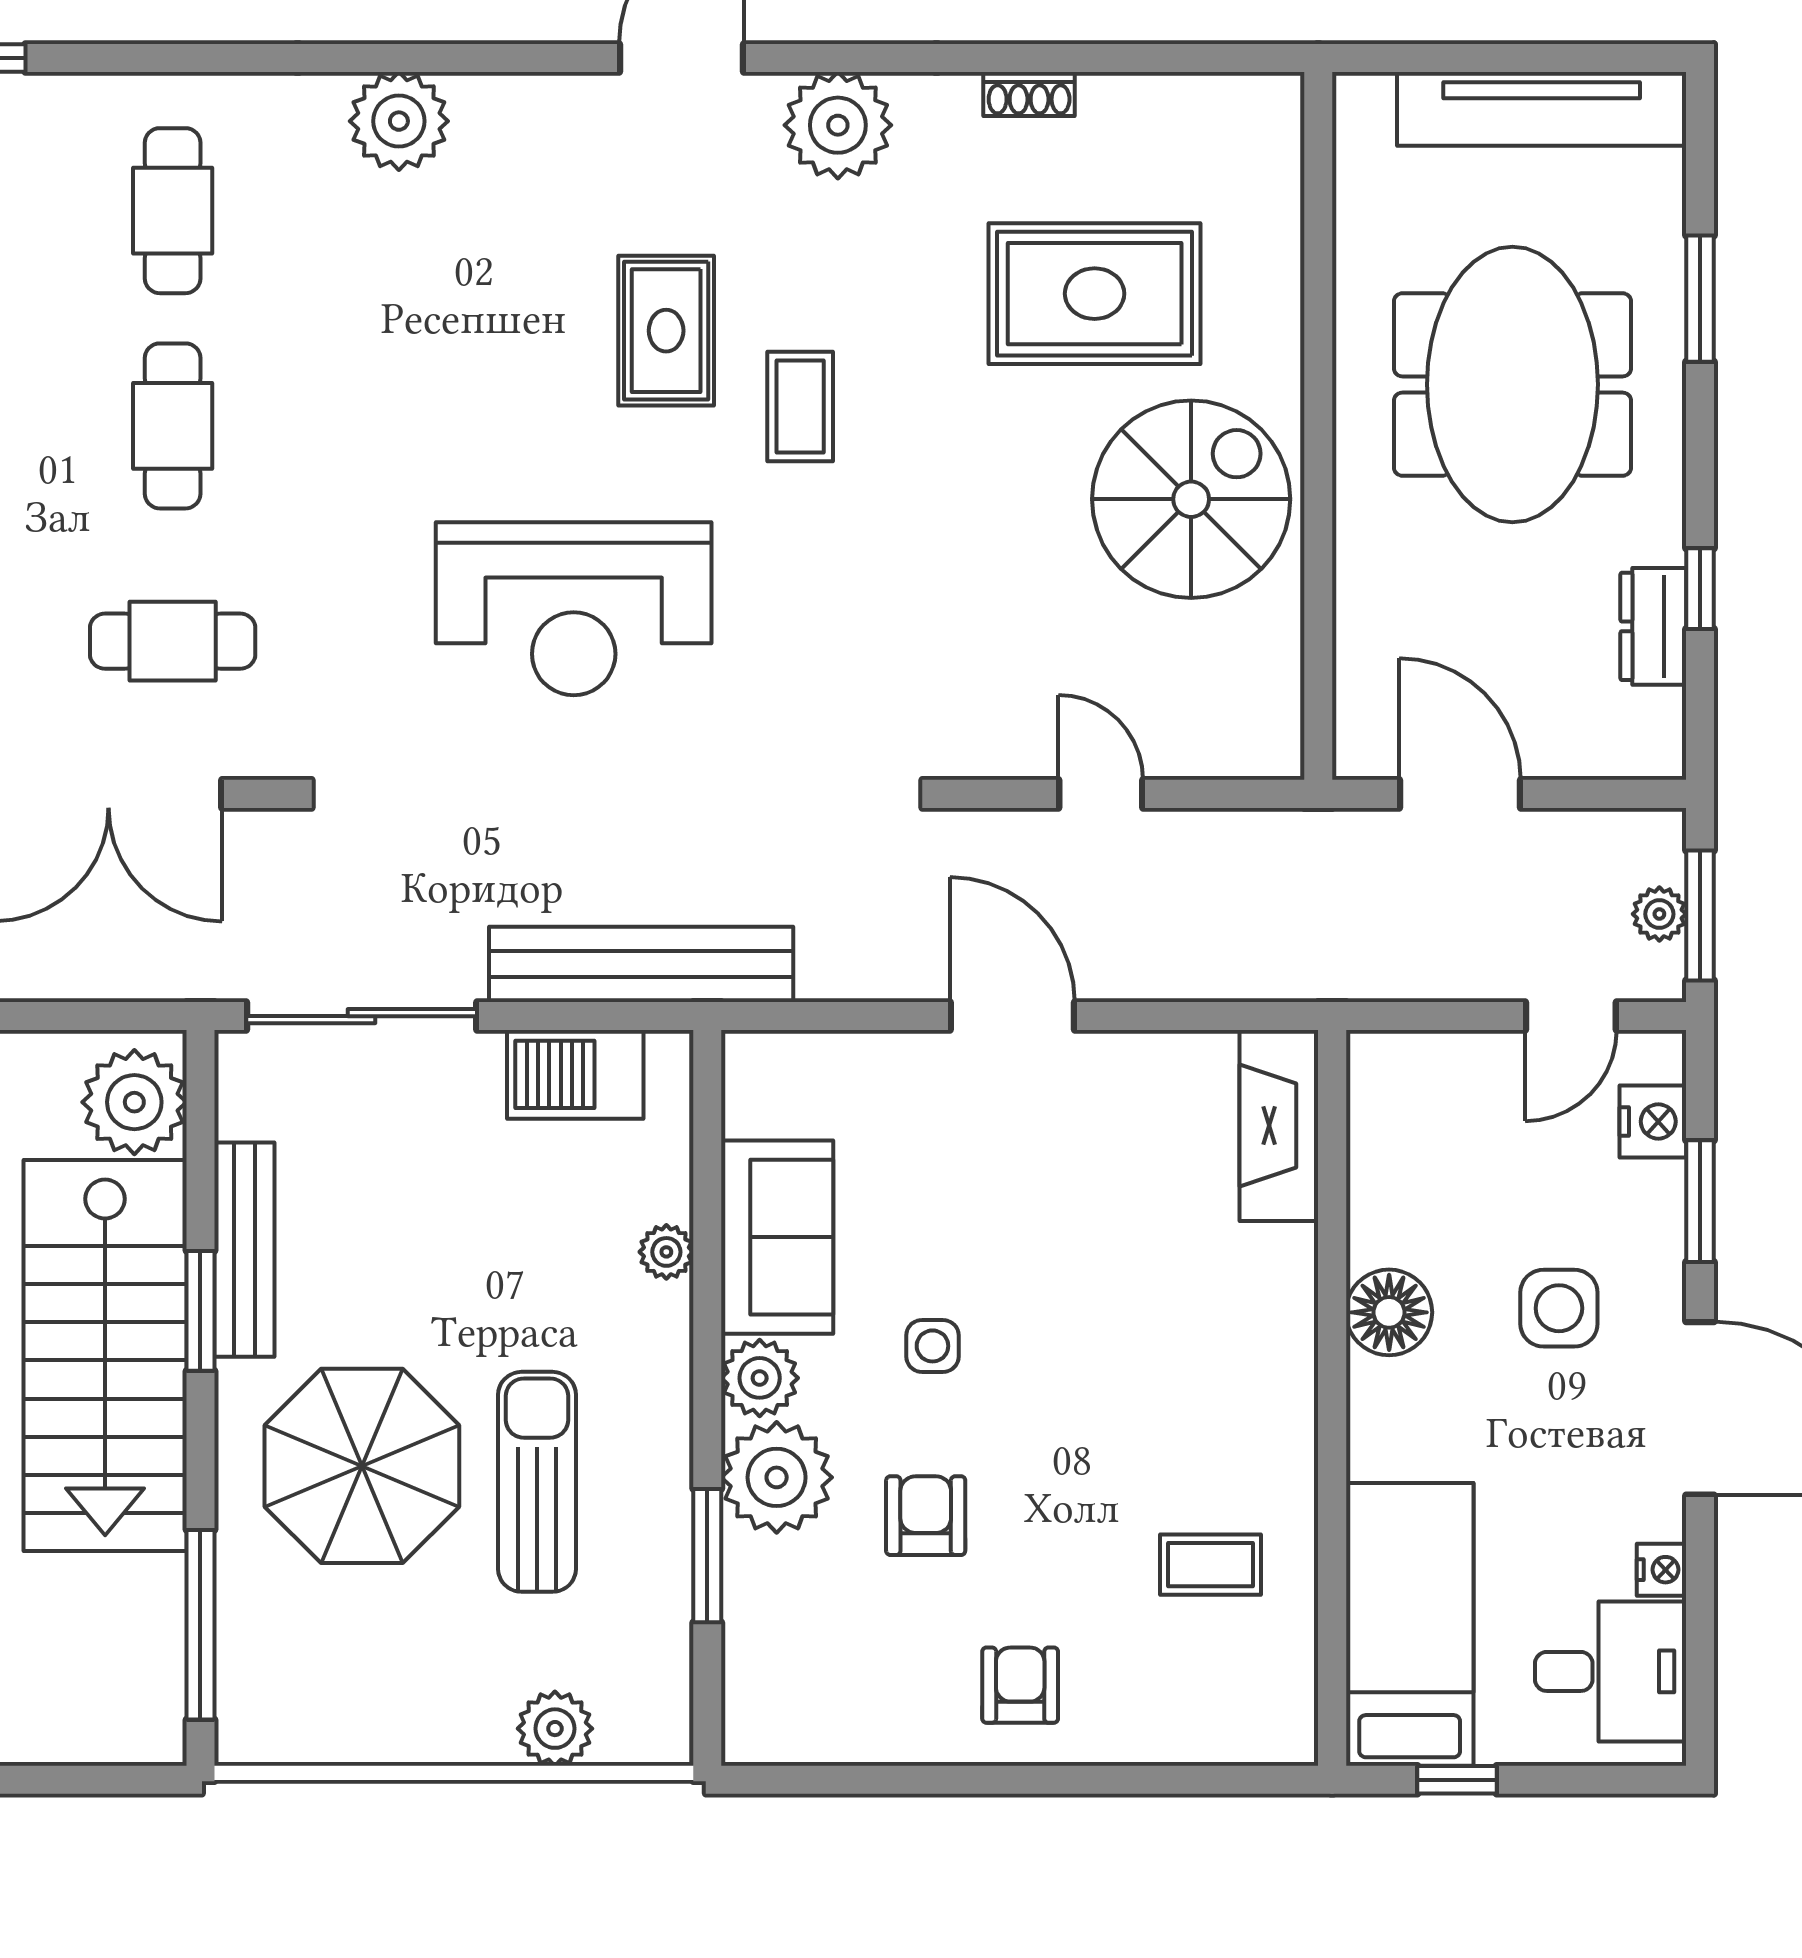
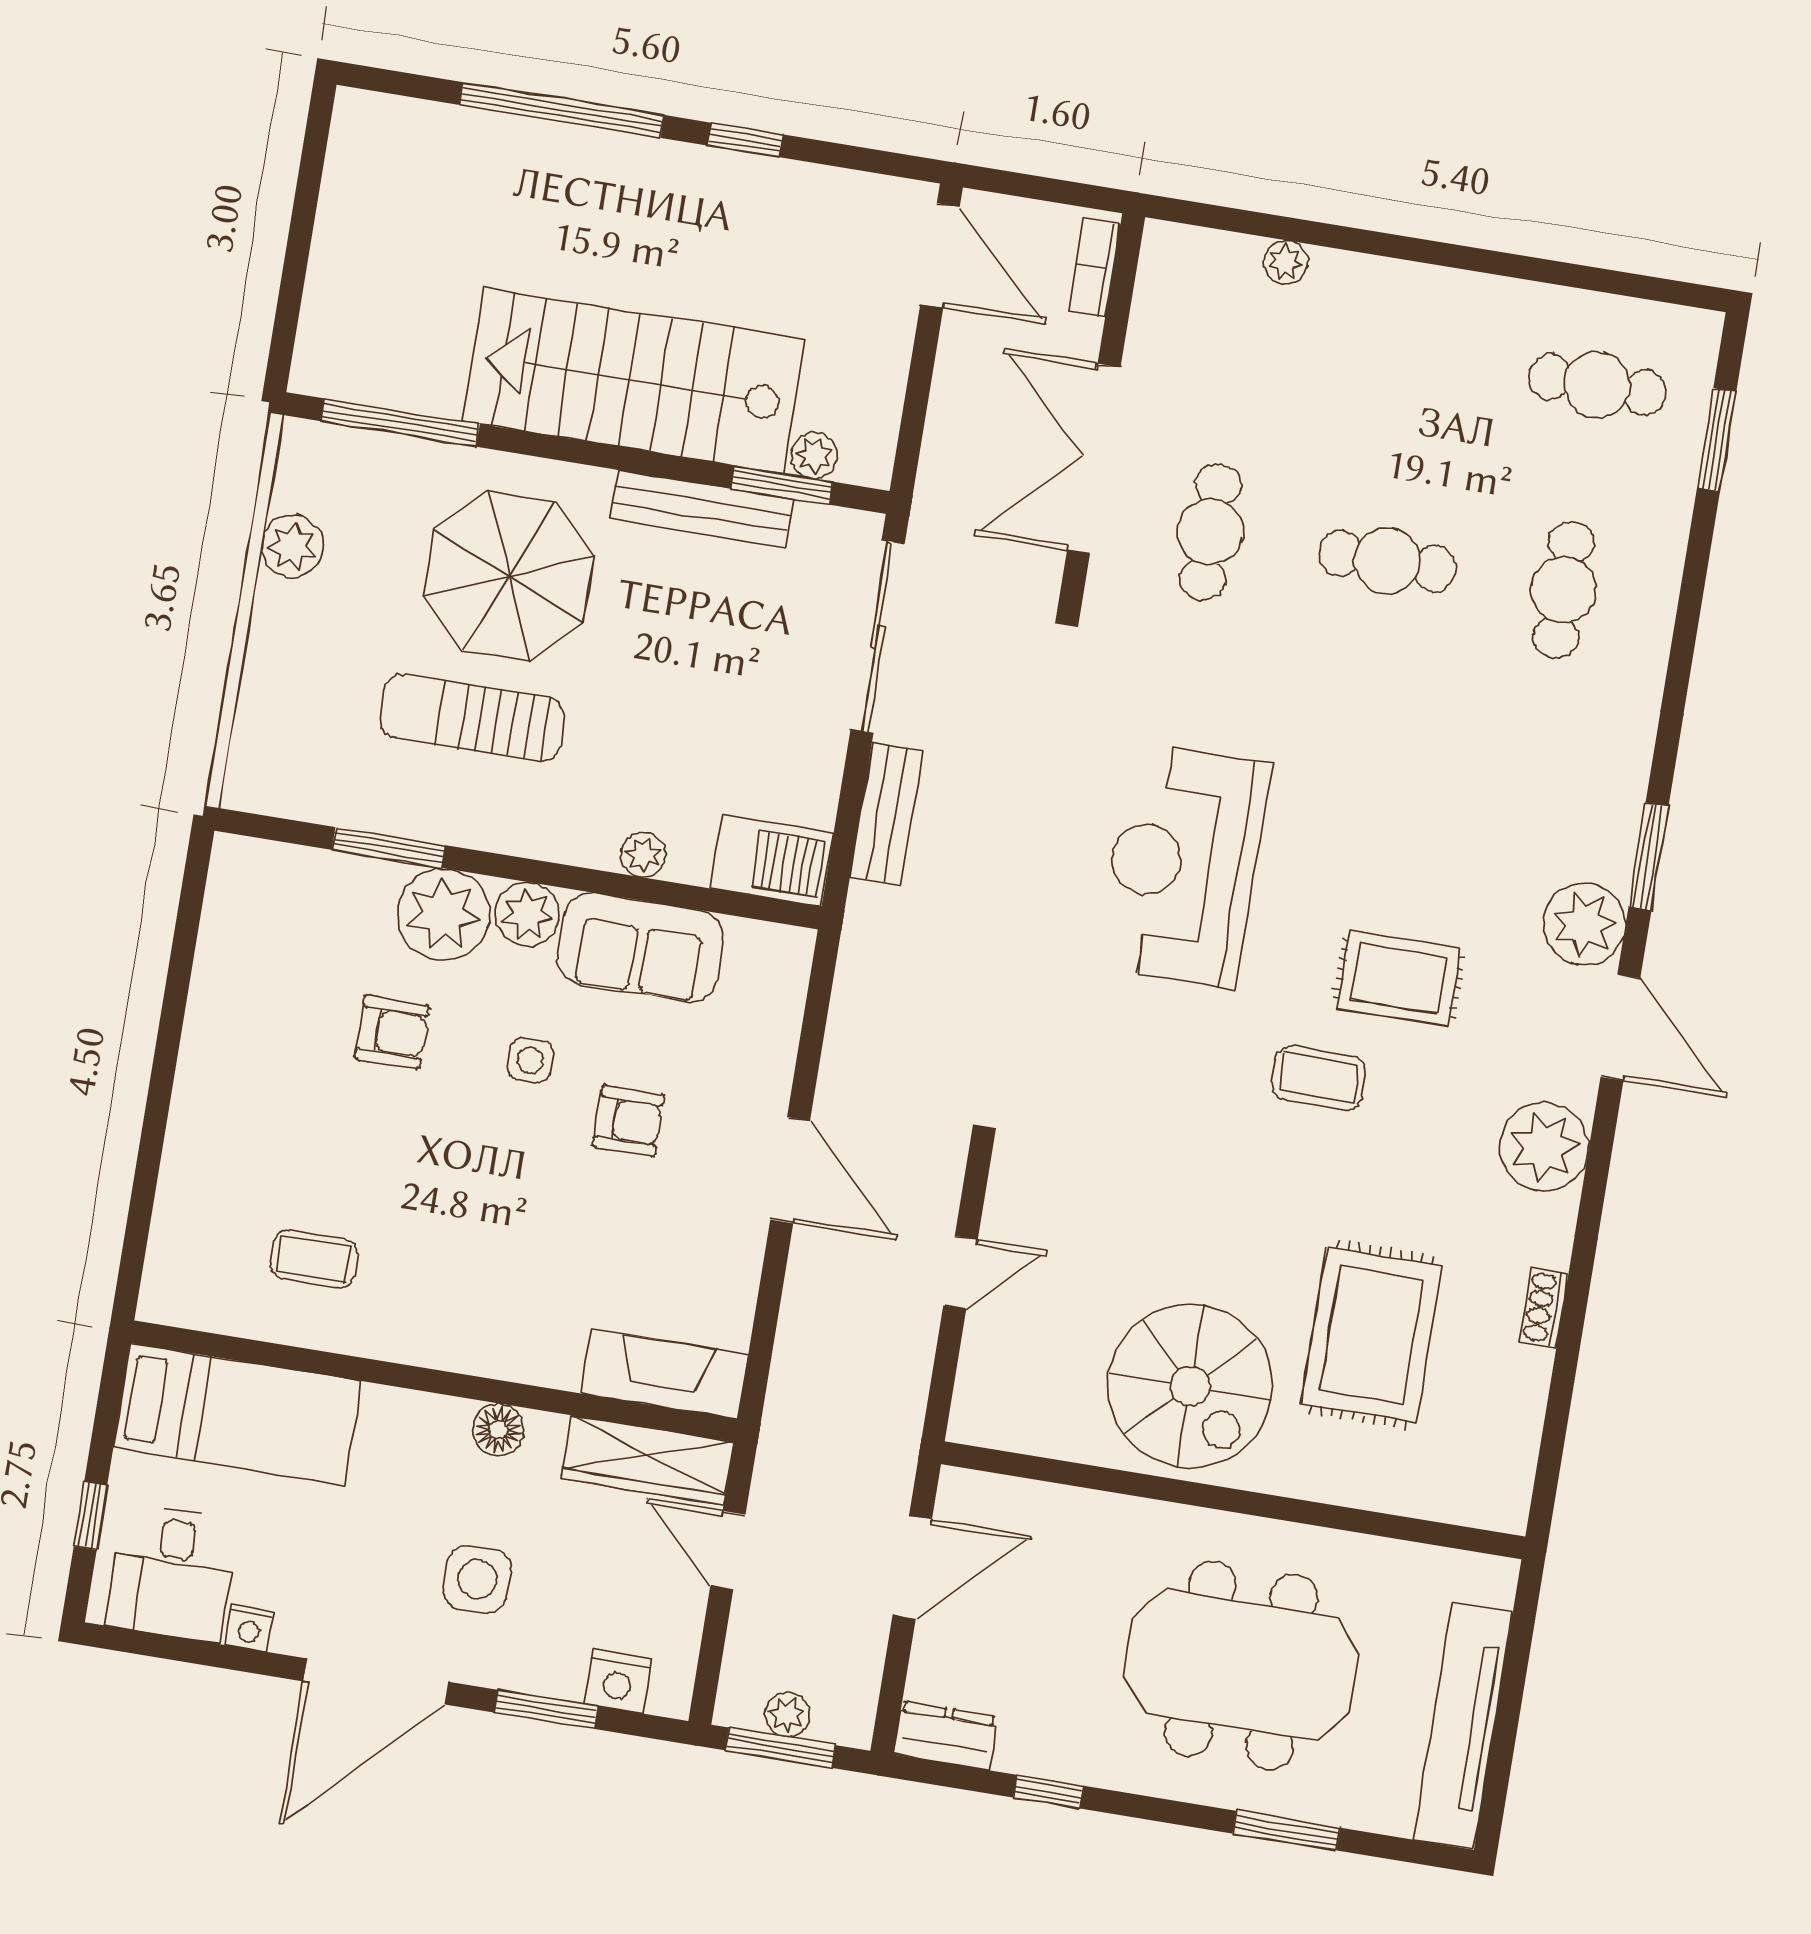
window: (473, 58) -> (1648, 857), added
plant: (399, 121) -> (1584, 924), moved
cafe table: (173, 211) -> (1564, 590), turned 90
dresser: (1653, 626) -> (946, 1735), moved
bench: (641, 964) -> (886, 814), width x0.54, depth x0.82
door: (1012, 1016) -> (790, 1170), hinge flipped
door: (1571, 1016) -> (728, 1550), moved
barbecue: (575, 1074) -> (772, 861), moved, turned 90
plant: (134, 1102) -> (814, 455), width x0.53, depth x0.53
wardrobe: (1385, 1130) -> (647, 1460), added
window: (200, 1311) -> (782, 485), moved
floor lamp: (1389, 1312) -> (498, 1430), width x0.73, depth x0.73
sun lounger: (537, 1482) -> (472, 718), turned 180
coffee table: (1210, 1565) -> (314, 1259), turned 90
armchair: (1020, 1685) -> (628, 1121), moved
plant: (555, 1729) -> (292, 546), moved
window: (1457, 1780) -> (91, 1515), moved

